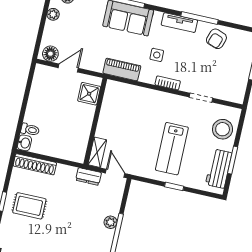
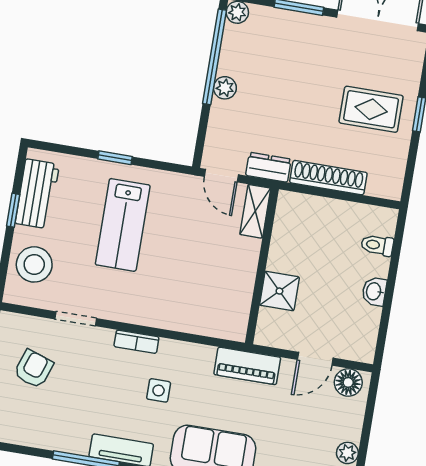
armchair: (216, 39) -> (33, 369), moved
piano: (122, 69) -> (247, 366), moved
shower: (89, 94) -> (279, 291), moved
washbasin: (24, 143) -> (374, 291), moved
lab bench: (172, 149) -> (123, 225), turned 180
window: (233, 160) -> (13, 210), width x0.67
shoe rack: (35, 164) -> (328, 178), moved

